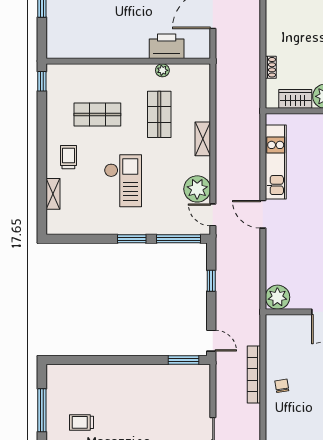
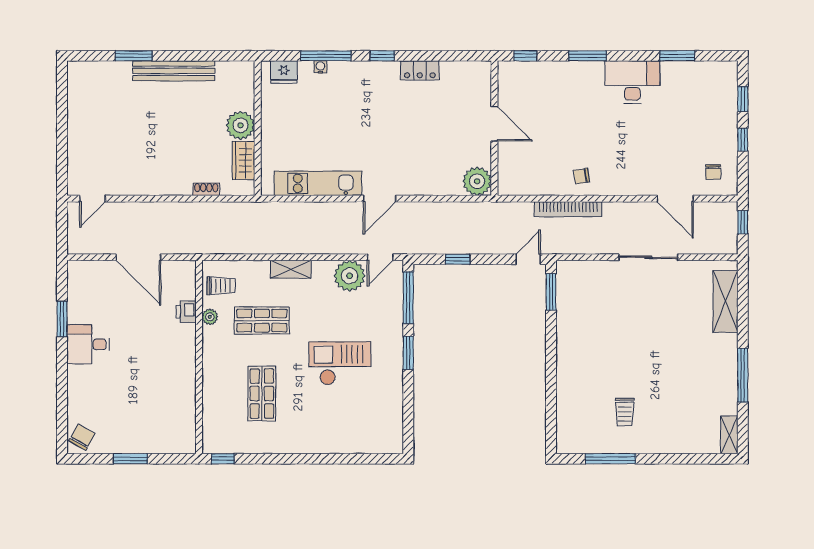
printer: (167, 46) -> (186, 312), width x0.53, depth x0.68
trolley: (68, 157) -> (221, 286), moved, turned 180
shelving: (53, 194) -> (356, 446), removed

